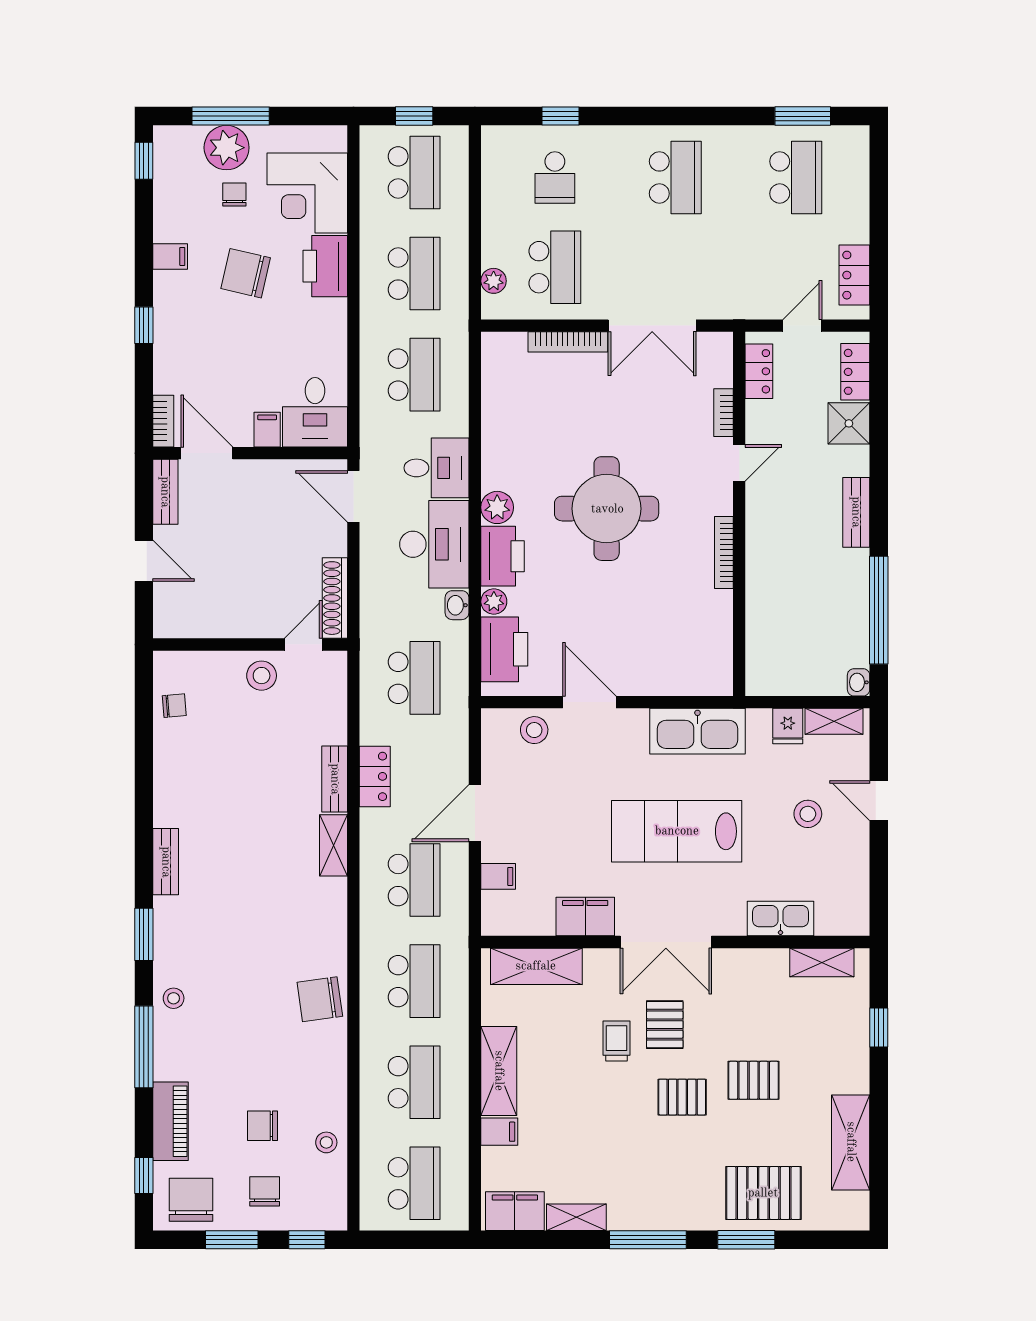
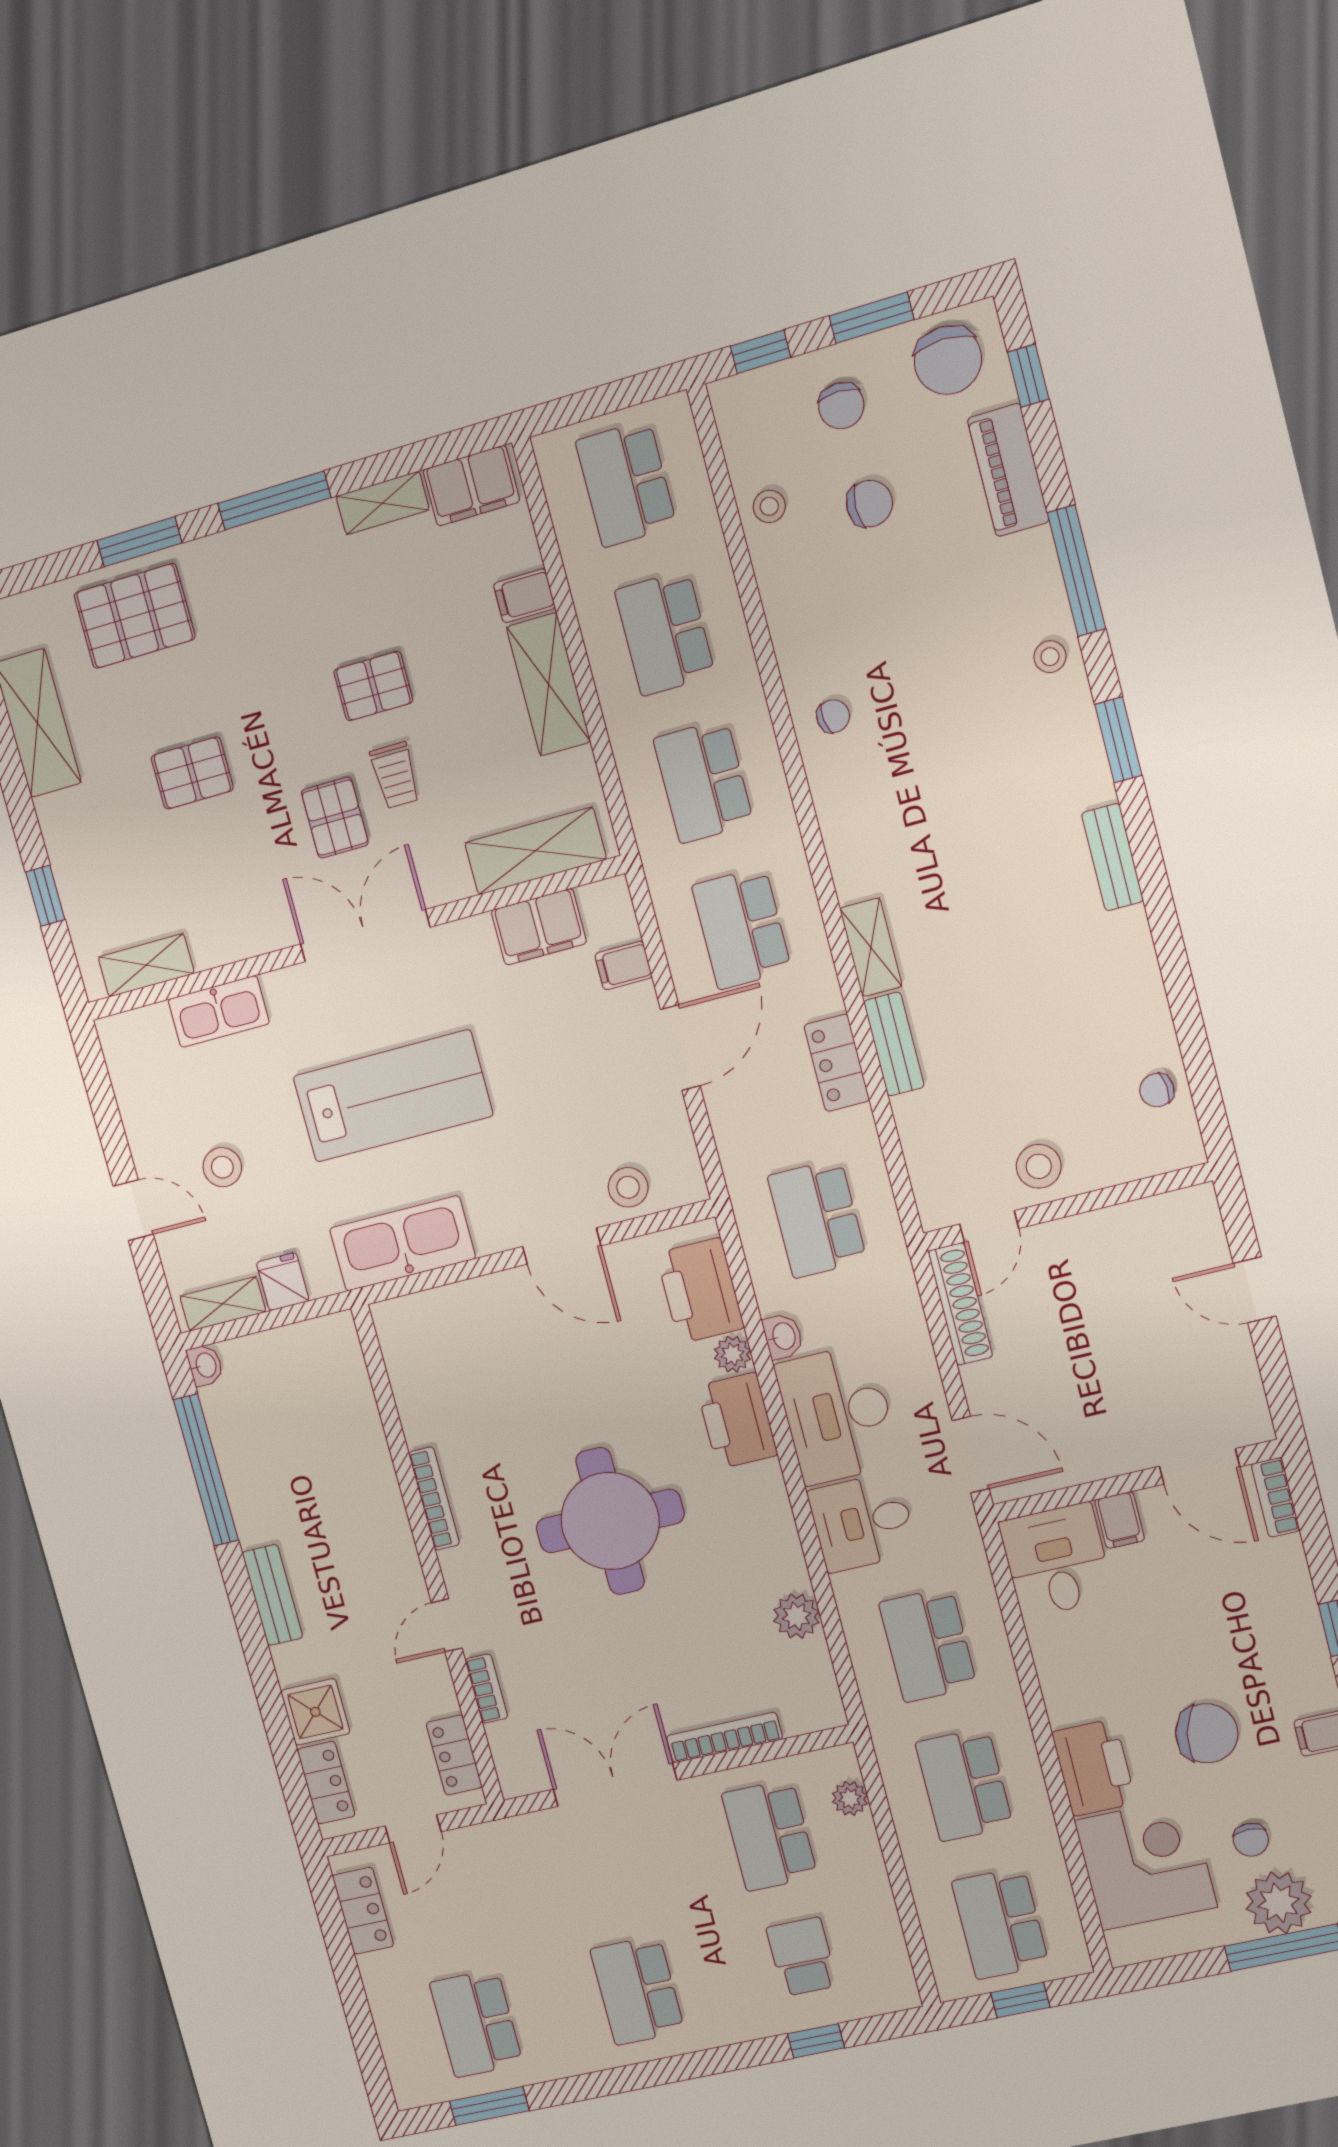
bench: (165, 492) -> (1247, 1397), removed
plant: (497, 507) -> (796, 1616), moved
filing cabinet: (585, 917) -> (539, 927), moved
chair: (320, 999) -> (833, 716), width x0.54, depth x0.54
pallet: (682, 1097) -> (373, 686), moved

